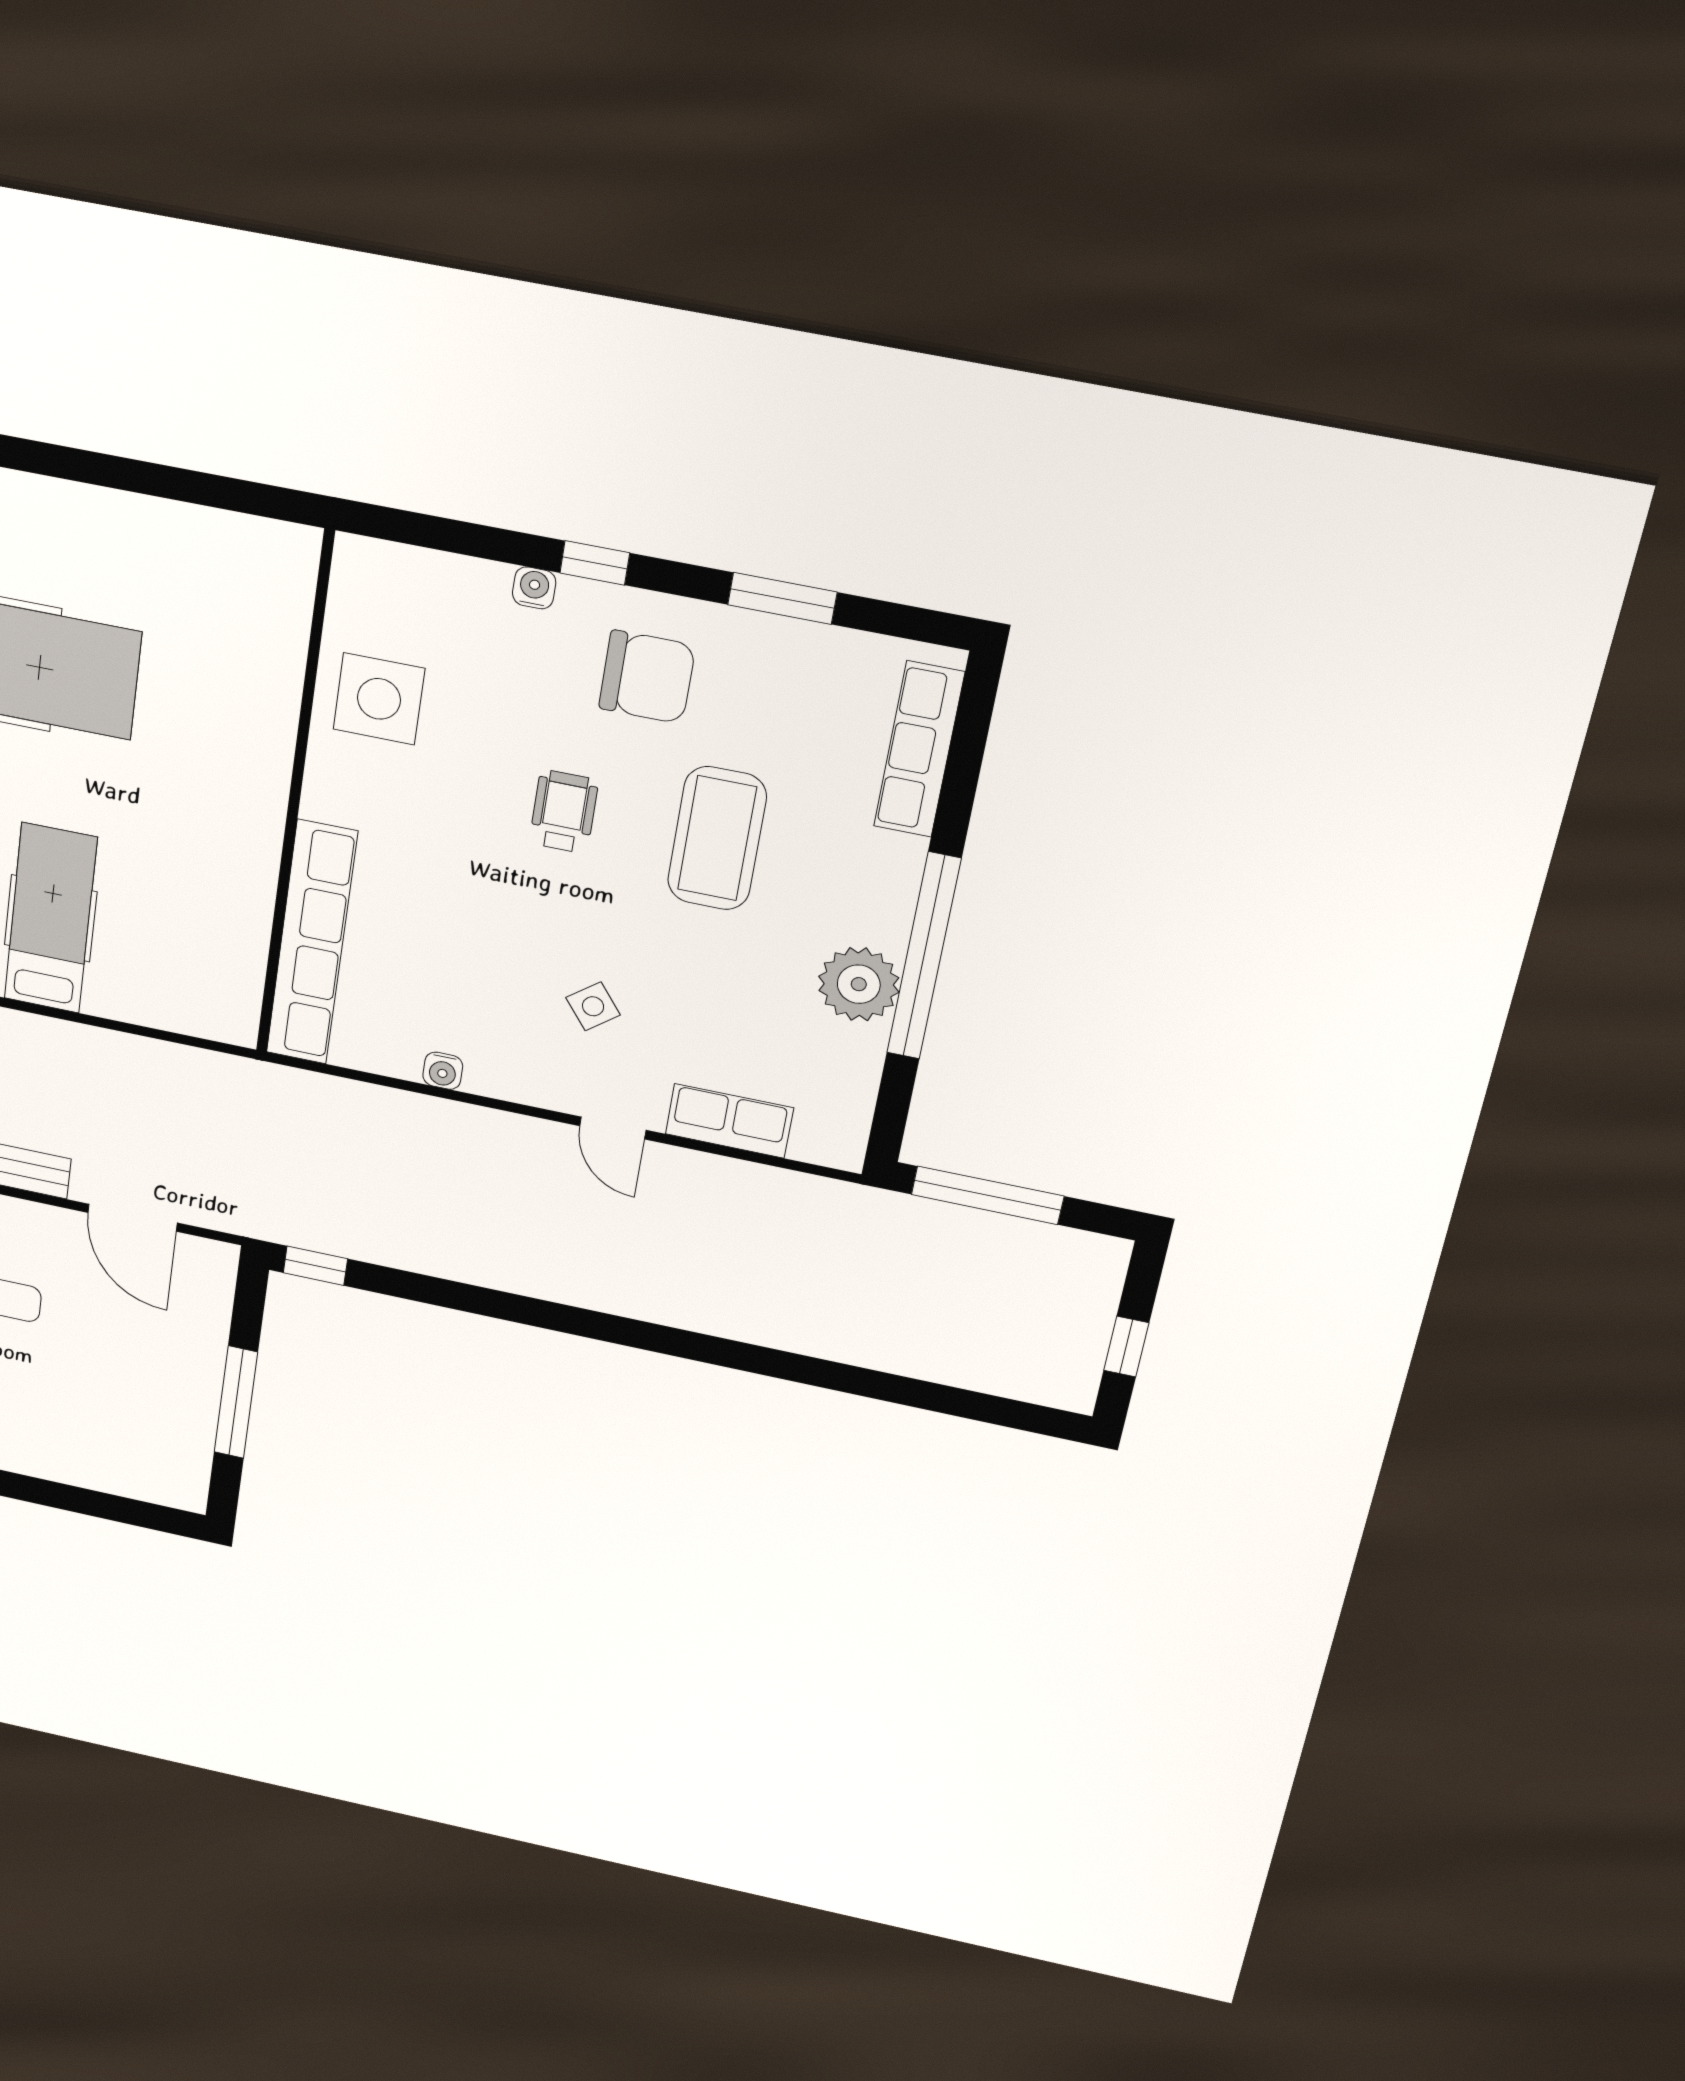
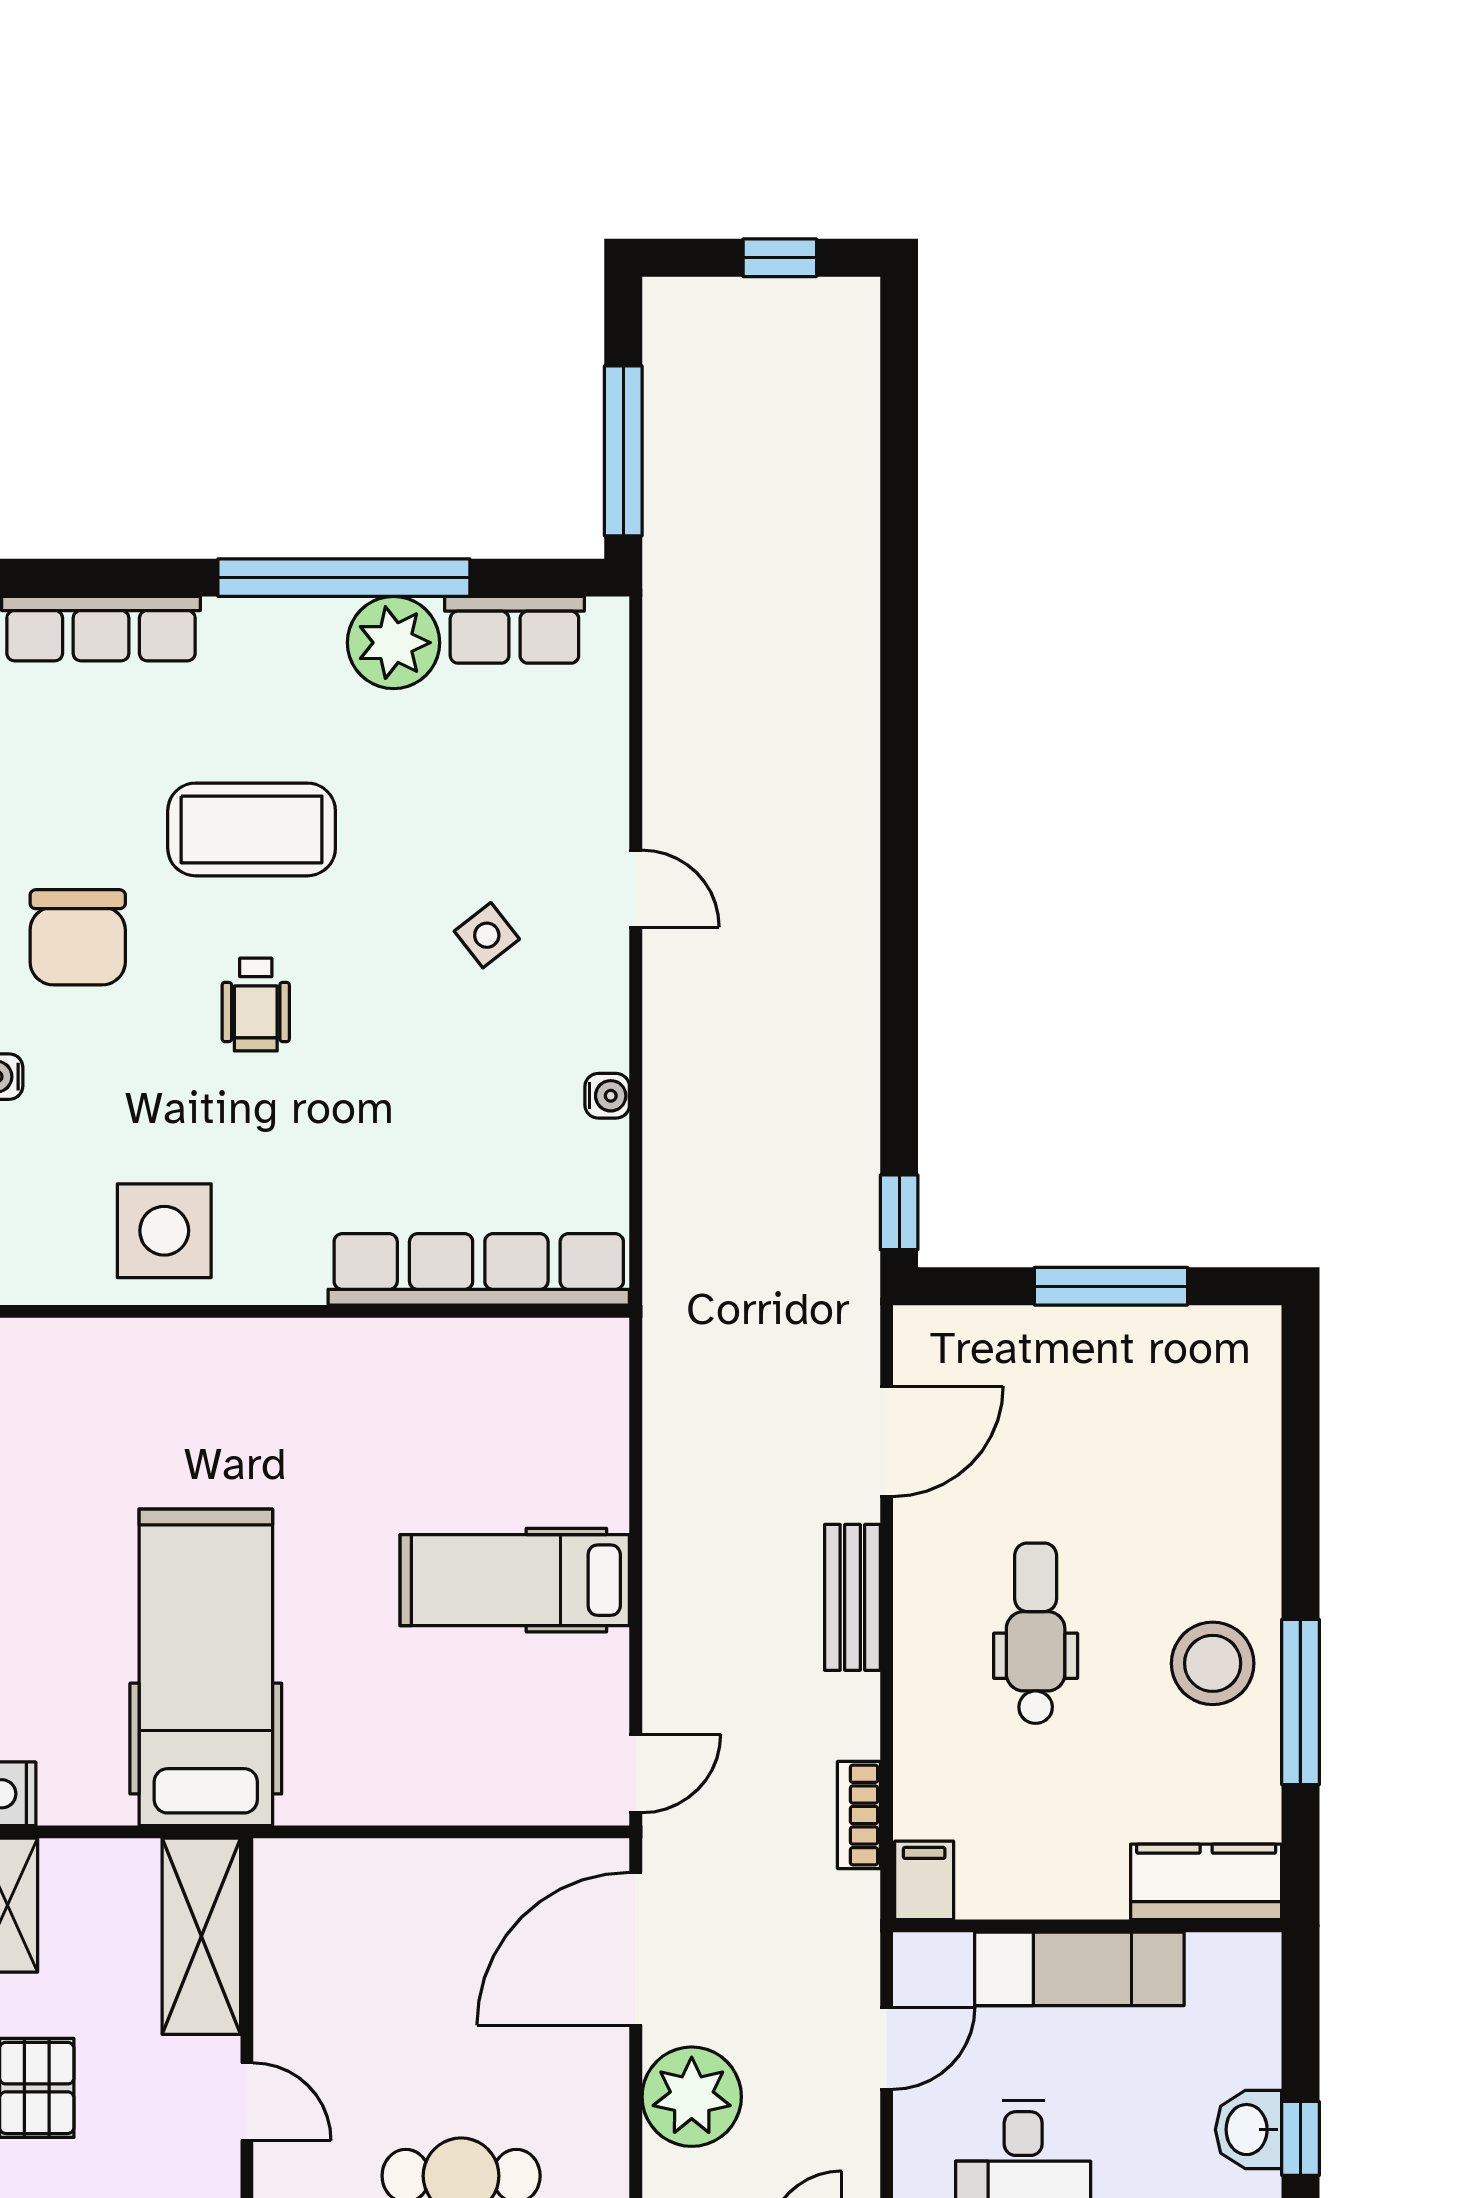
chair: (647, 677) -> (78, 937), turned 180
wheelchair: (564, 812) -> (256, 1005), turned -90
row of seats: (729, 1121) -> (514, 630), moved, turned -90
door: (613, 1128) -> (636, 889), hinge flipped

